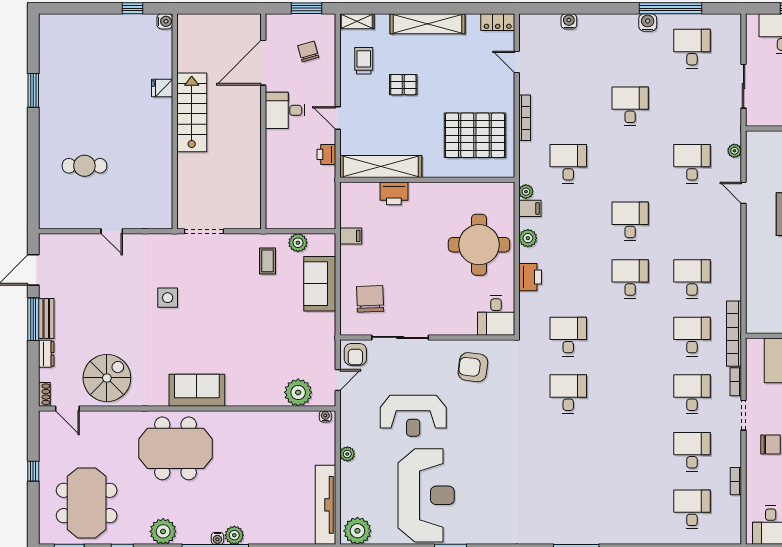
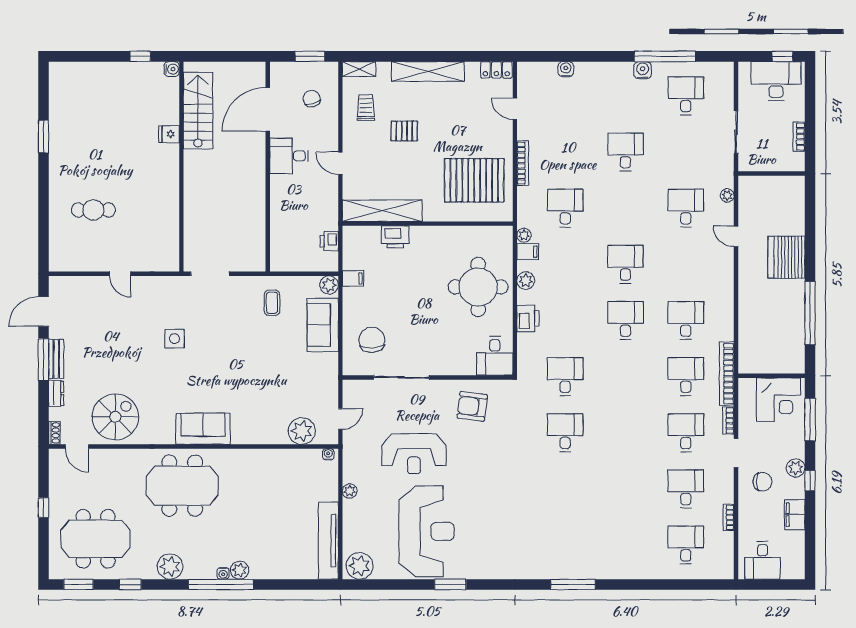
stairs: (192, 112) -> (198, 111), moved
printer: (326, 154) -> (329, 241), moved
plant: (298, 243) -> (329, 285), moved
armchair: (355, 354) -> (358, 394), removed
meeting table: (87, 503) -> (96, 539), turned 90

